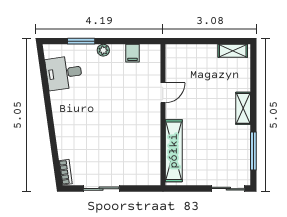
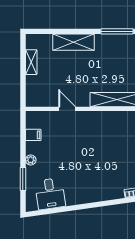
shelving: (233, 51) -> (31, 62), moved
shelving: (243, 108) -> (74, 42), width x1.50, depth x1.33

